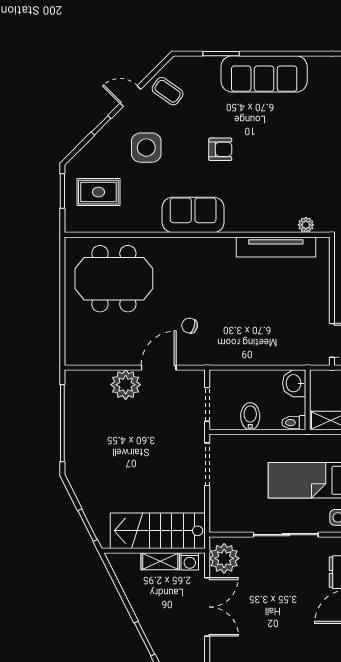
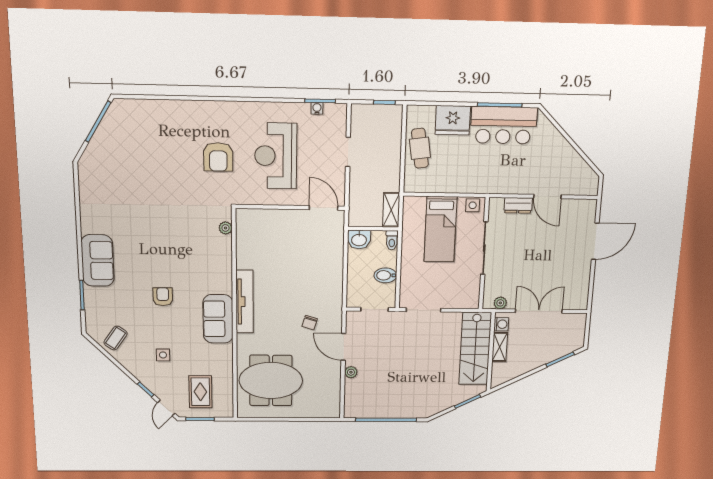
sofa: (264, 74) -> (98, 260), width x0.73
door: (130, 96) -> (166, 408), moved
side table: (146, 148) -> (163, 355), width x0.54, depth x0.54
tv unit: (276, 247) -> (245, 302), moved
meeting table: (114, 279) -> (271, 381), turned 90
plant: (126, 385) -> (351, 372), width x0.53, depth x0.53
plant: (224, 558) -> (500, 303), width x0.53, depth x0.53

